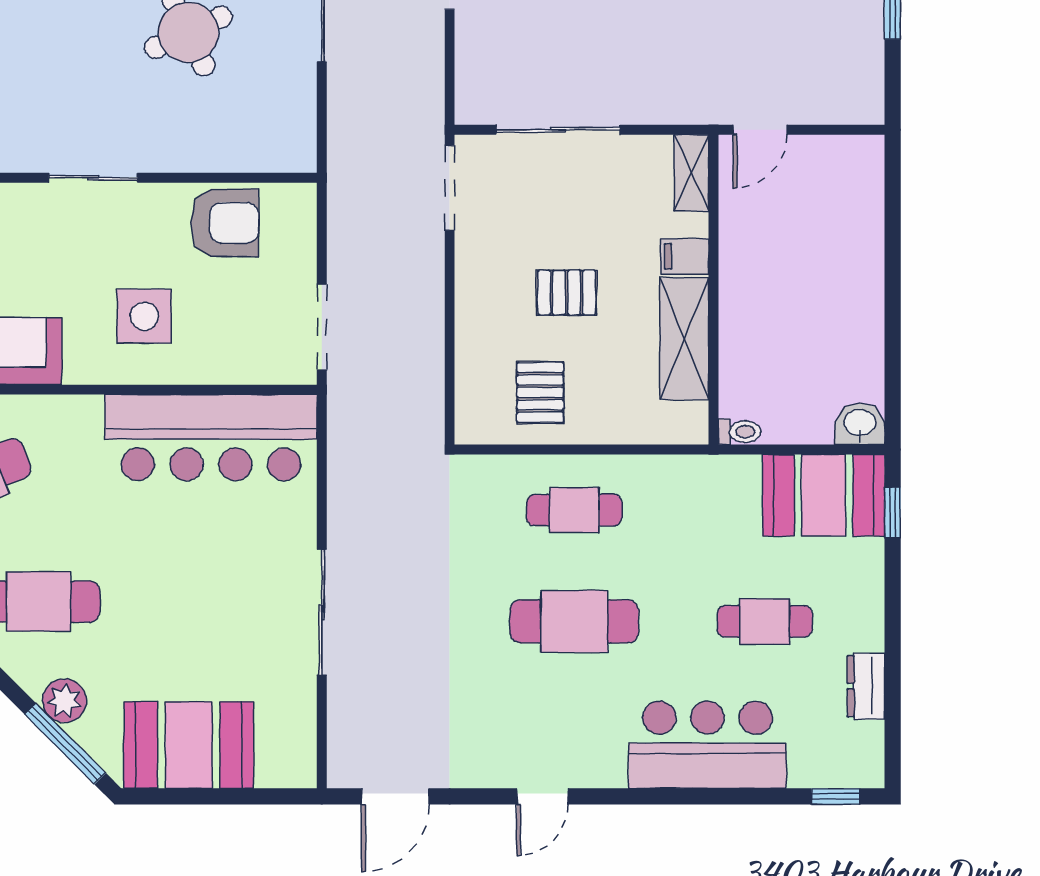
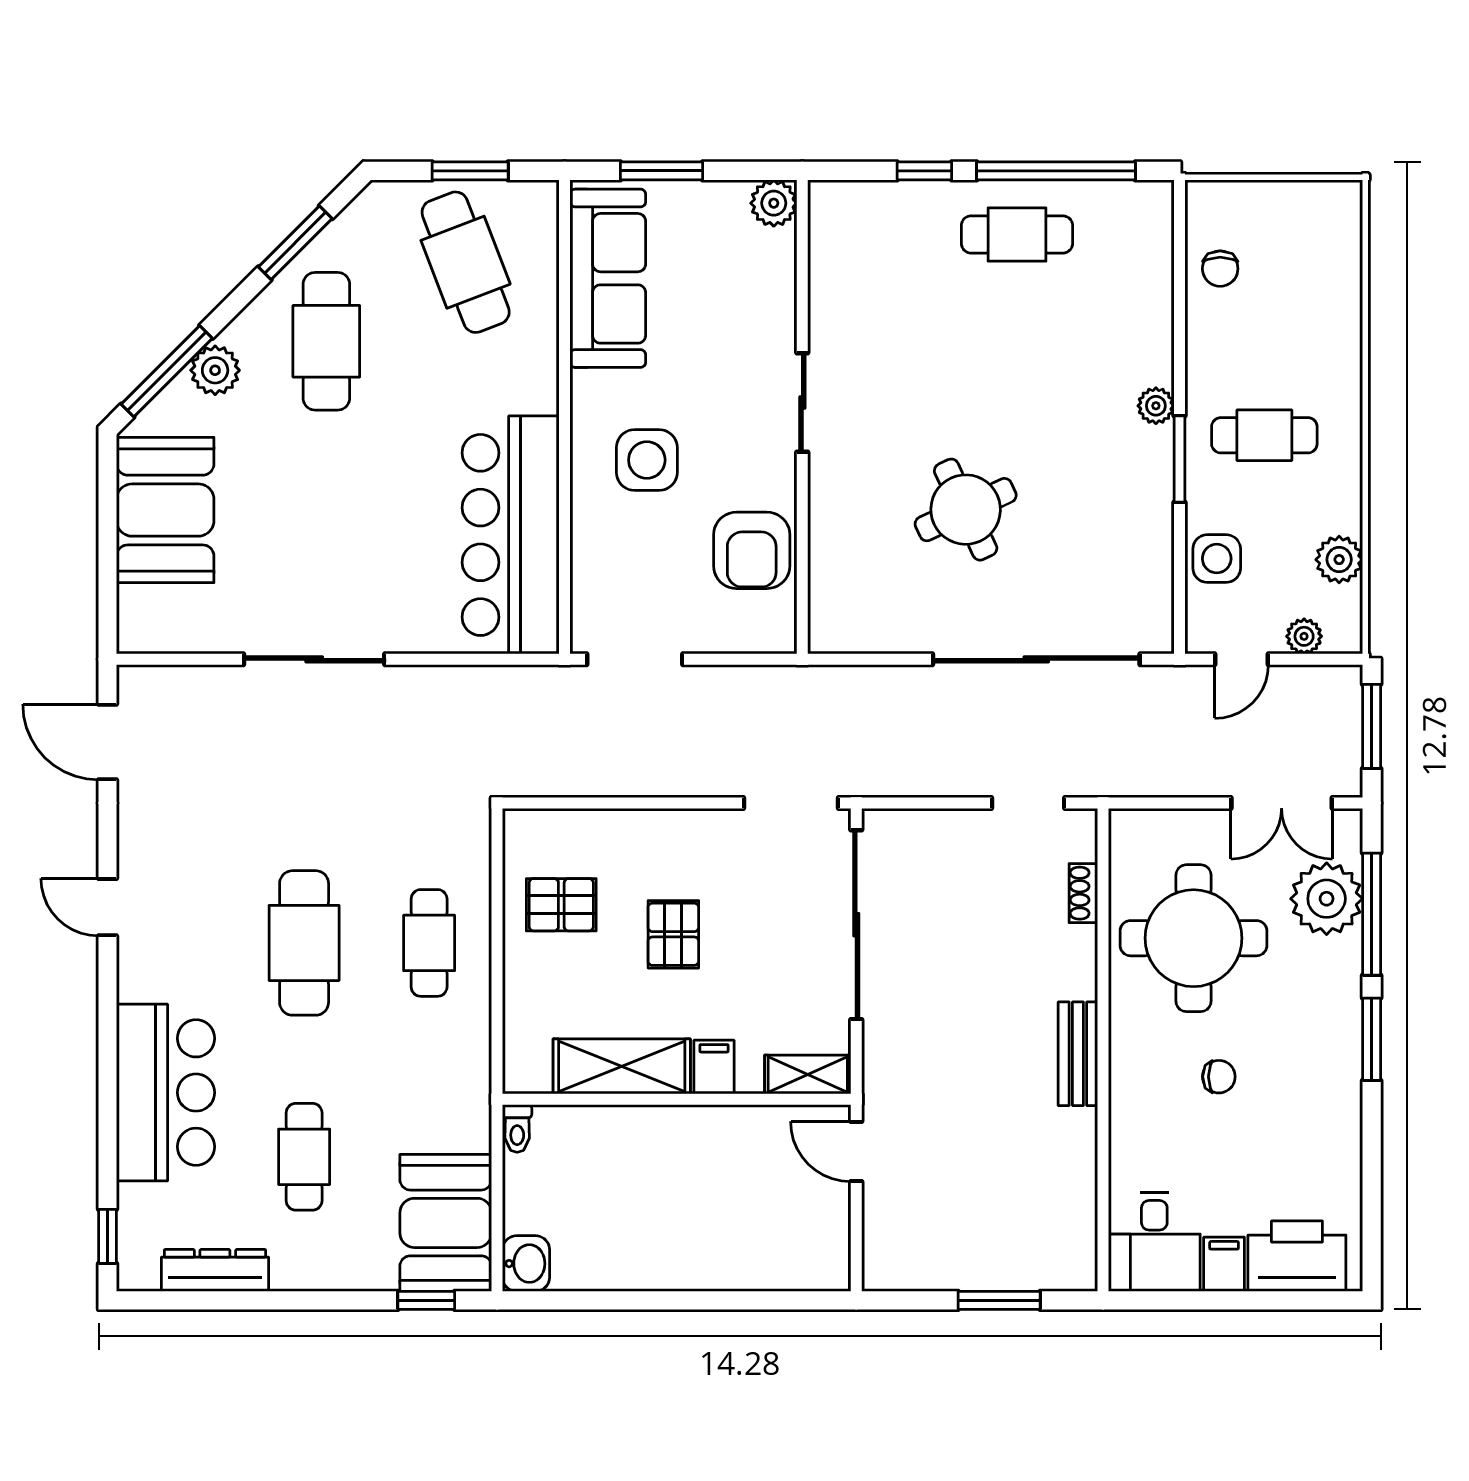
sliding door: (558, 130) -> (856, 925), width x1.36
dresser: (866, 686) -> (215, 1270), width x1.44

